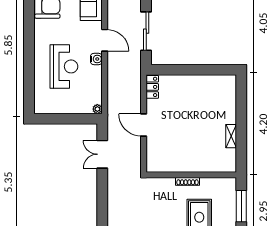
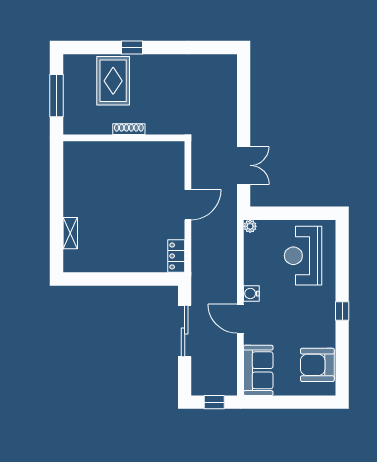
window: (29, 46) -> (342, 311), added
reception desk: (64, 66) -> (303, 256), moved
door: (144, 125) -> (188, 205), hinge flipped
shelving: (231, 136) -> (70, 233), moved

